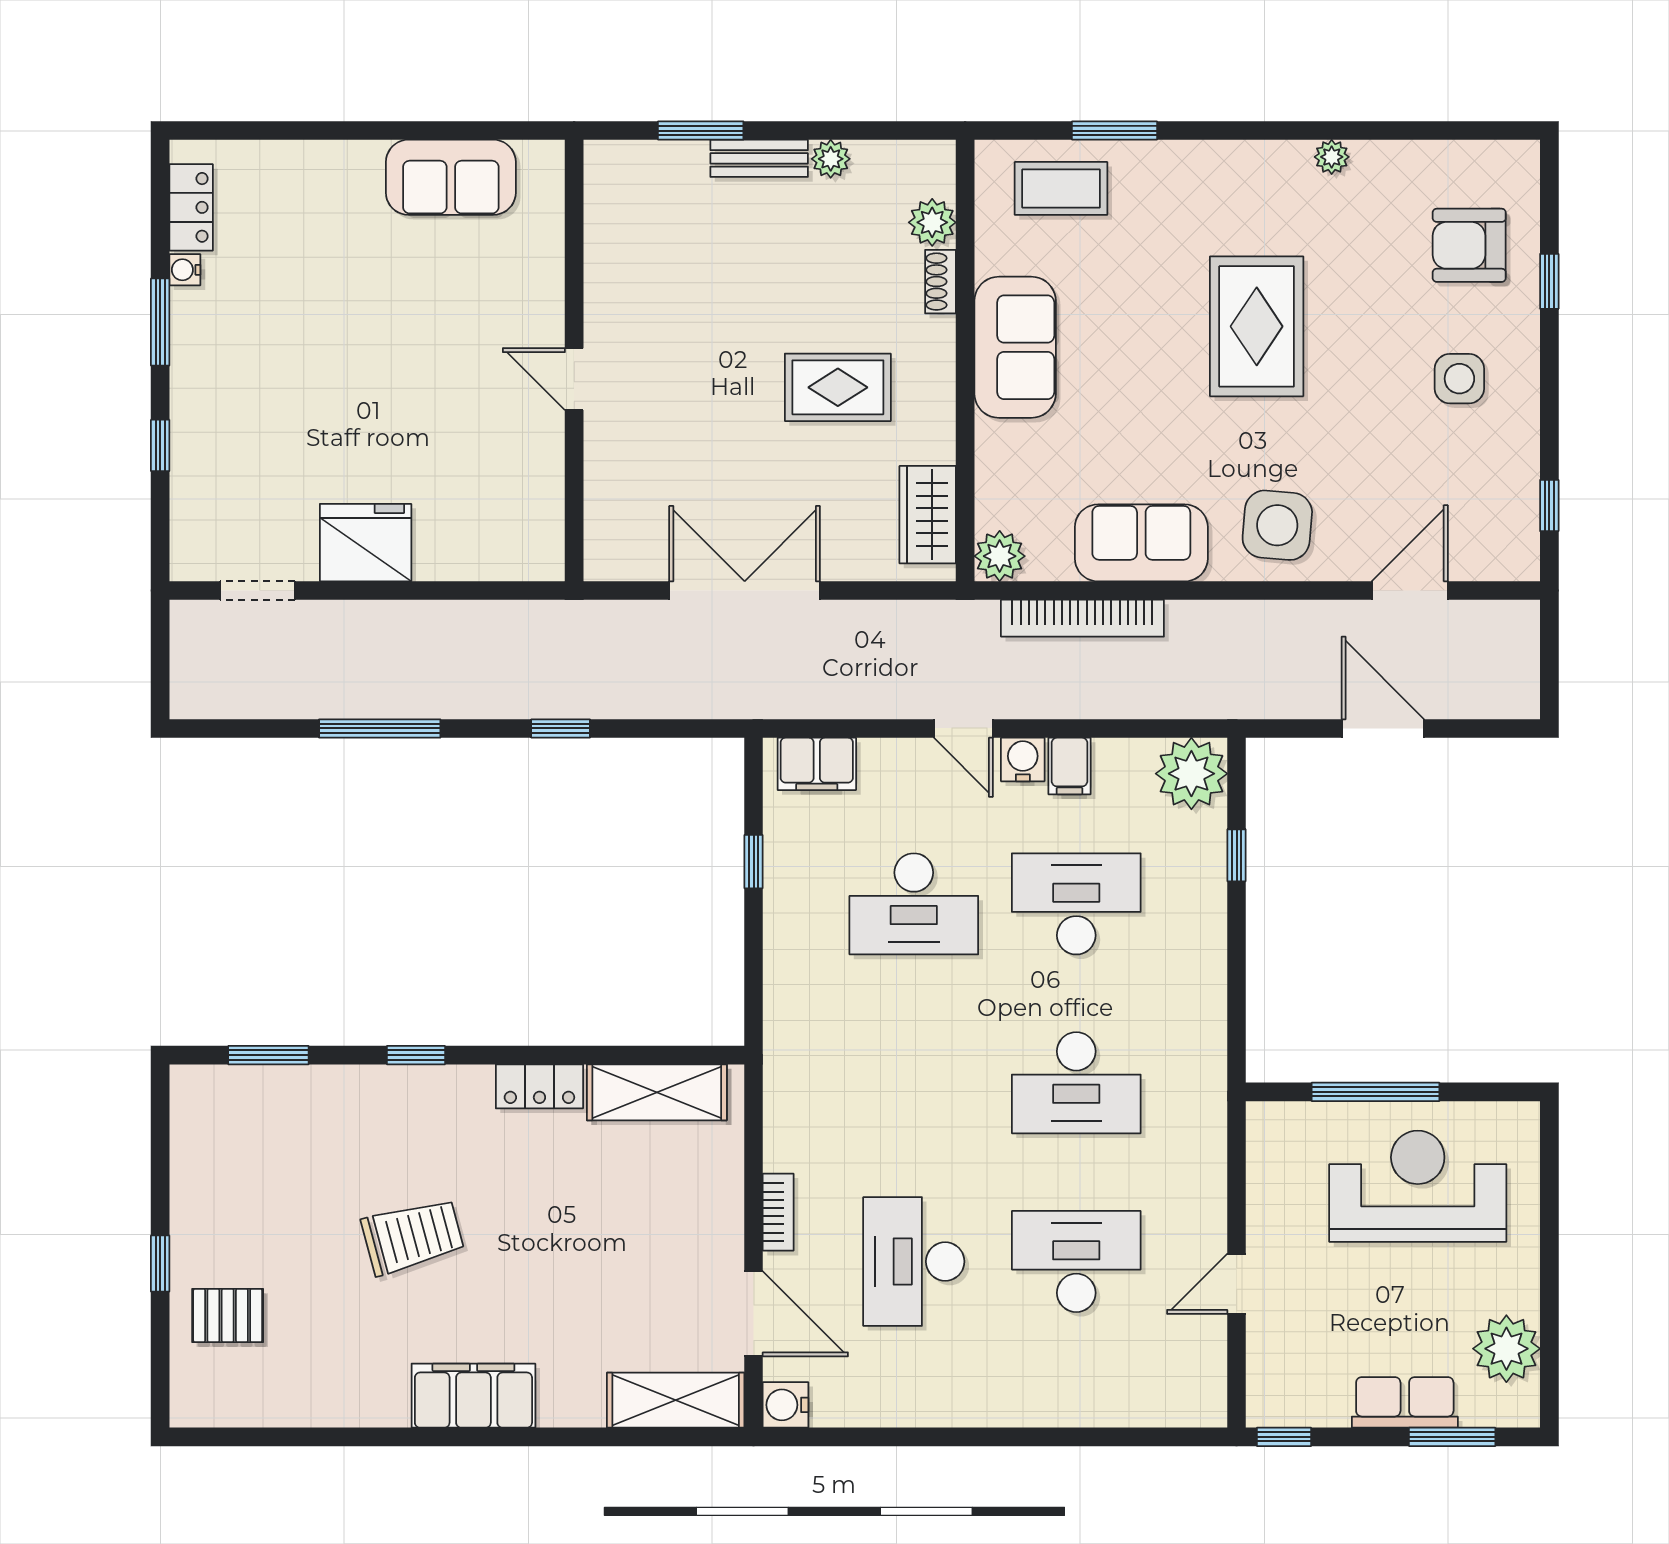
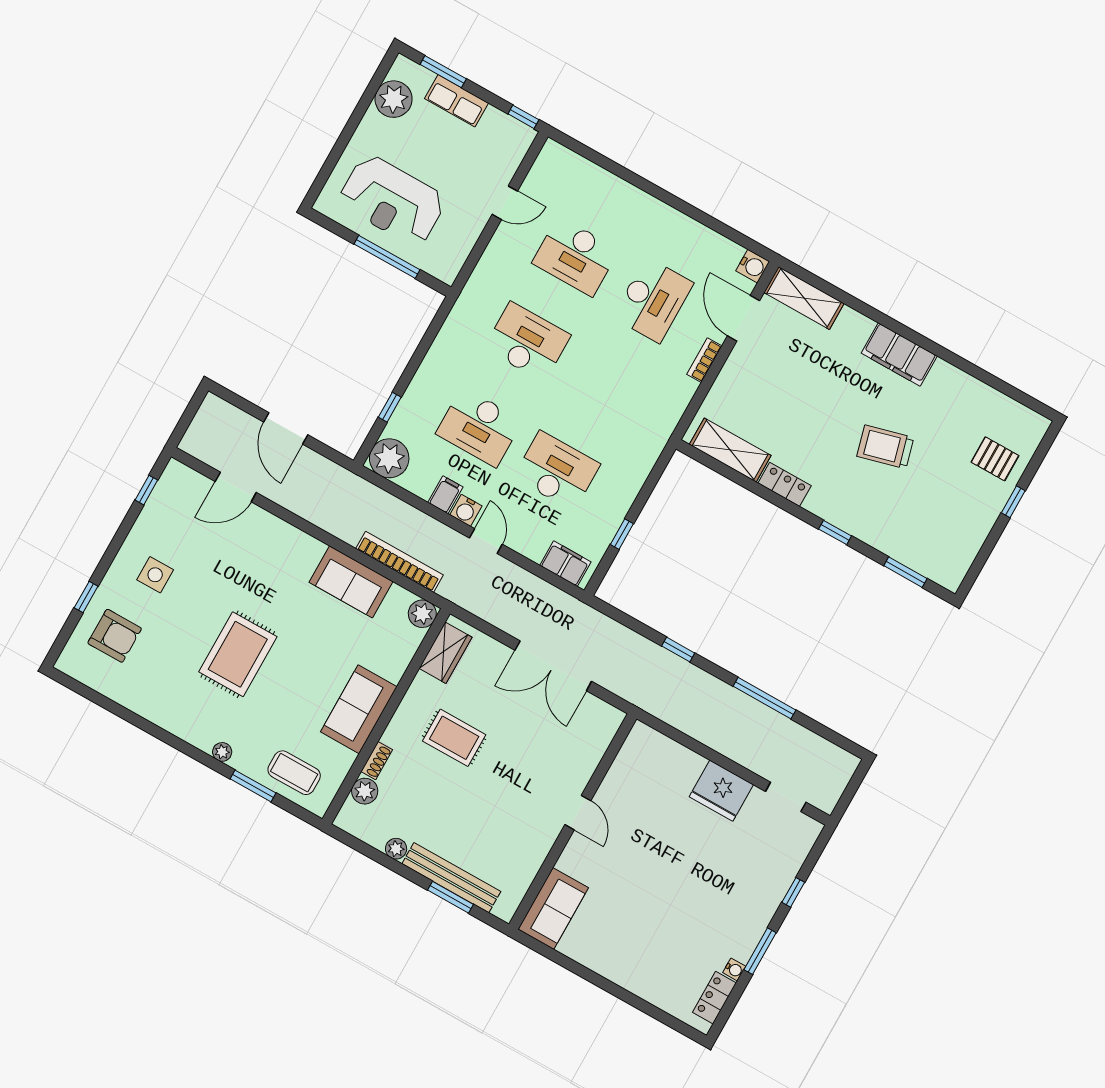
plant: (1332, 157) -> (222, 752), moved
bench: (759, 158) -> (451, 878), width x1.86, depth x1.21
sofa: (451, 177) -> (553, 908), moved, turned 90
side table: (1277, 525) -> (281, 554), removed

